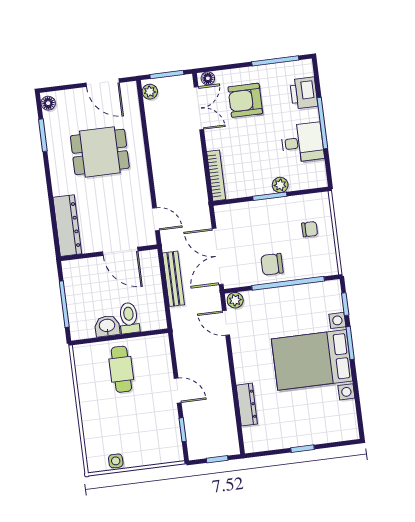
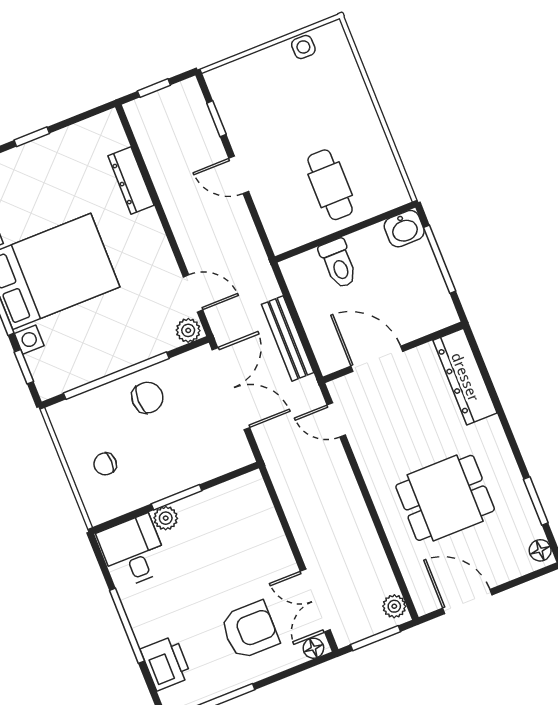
desk: (302, 143) -> (133, 551), moved, turned 90
bookcase: (216, 176) -> (264, 508), removed
washbasin: (107, 326) -> (404, 229), moved

